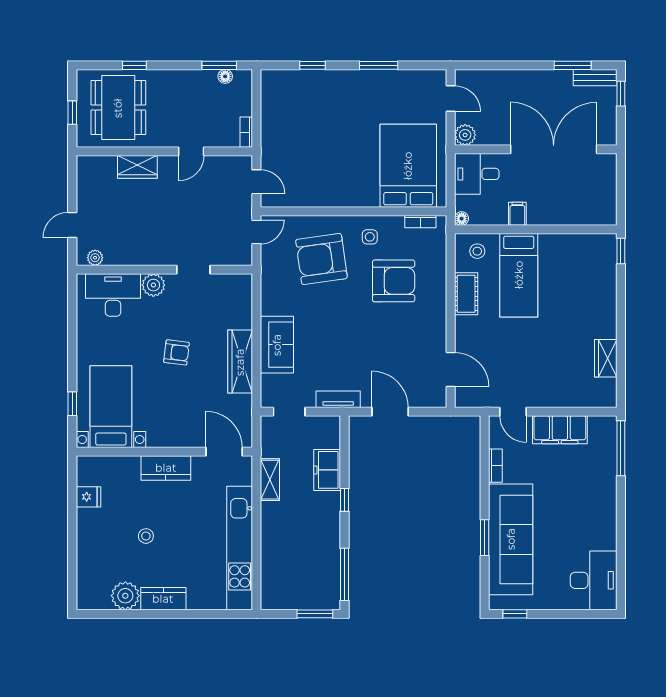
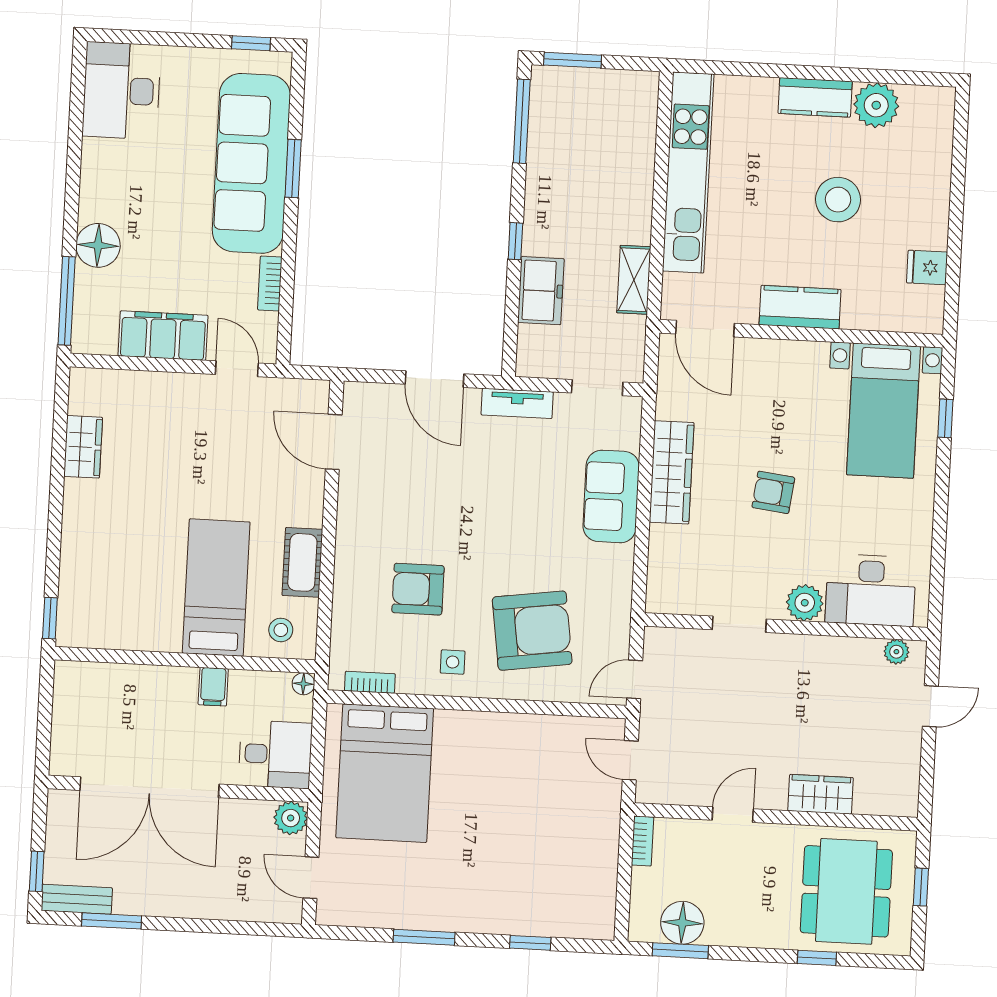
floor lamp: (225, 76) -> (682, 923), width x1.89, depth x1.89
armchair: (394, 281) -> (418, 589), width x0.73, depth x0.73
floor lamp: (603, 484) -> (98, 245), added
stool: (146, 536) -> (838, 200), width x1.89, depth x1.89

